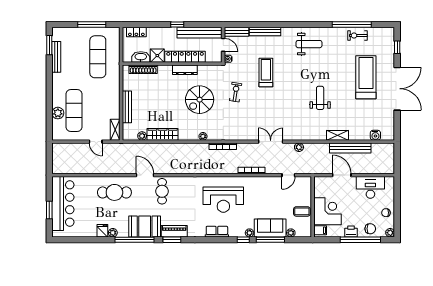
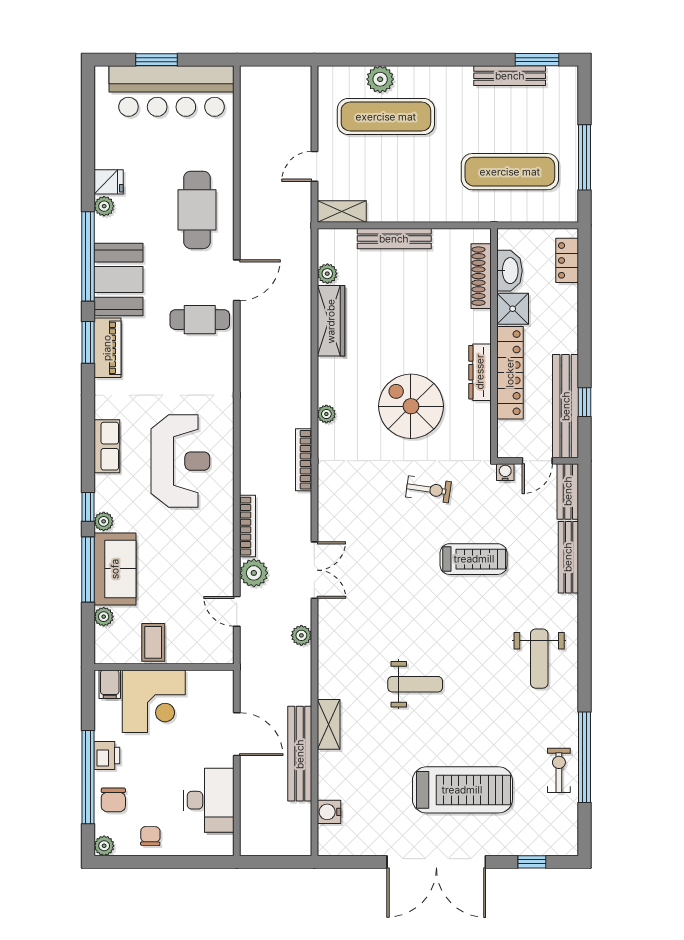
window: (177, 24) -> (585, 402), moved
plant: (272, 168) -> (254, 573), added
door: (342, 175) -> (237, 734), hinge flipped
reception desk: (223, 200) -> (180, 461), turned 180

